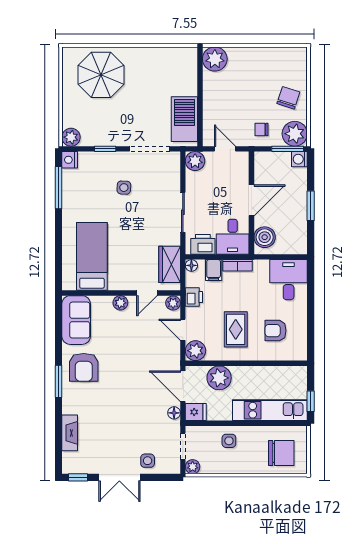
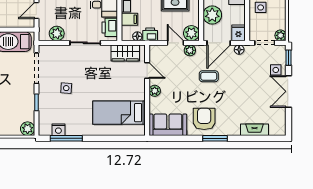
nightstand: (70, 160) -> (58, 130), moved
plant: (195, 161) -> (57, 33), moved
floor lamp: (191, 265) -> (137, 36), moved
plant: (173, 303) -> (190, 50), moved
door: (183, 330) -> (175, 43), swing flipped
armchair: (84, 367) -> (204, 119), turned -90
coffee table: (139, 373) -> (209, 76), added
window: (78, 477) -> (289, 58), moved
double door: (119, 477) -> (289, 91), swing flipped

